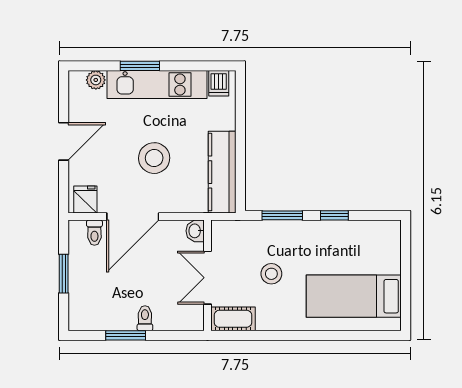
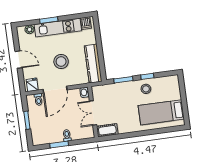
door: (64, 141) -> (19, 60), hinge flipped
stool: (271, 274) -> (146, 89), moved

